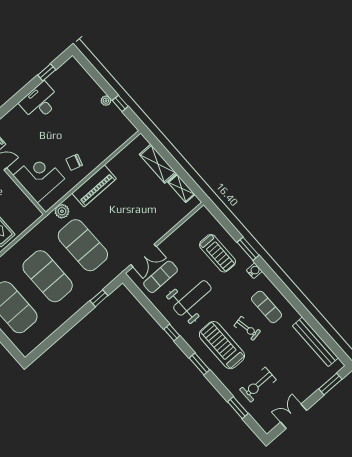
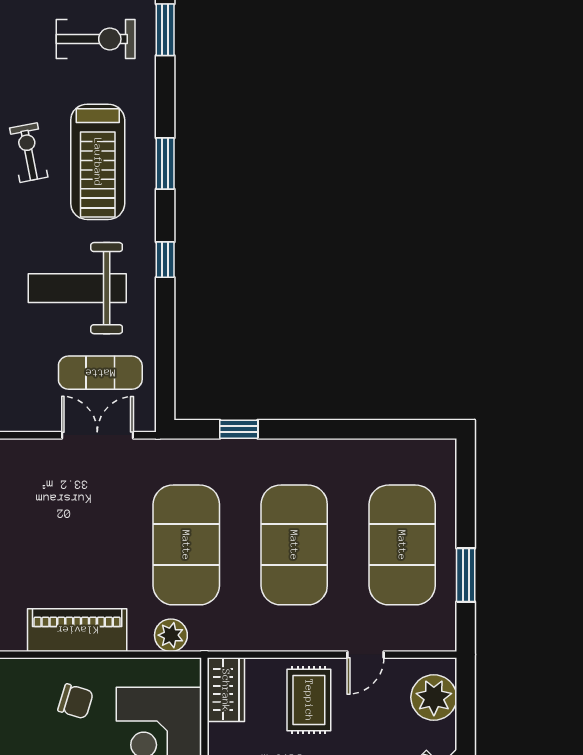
wardrobe: (28, 209) -> (226, 690), added

